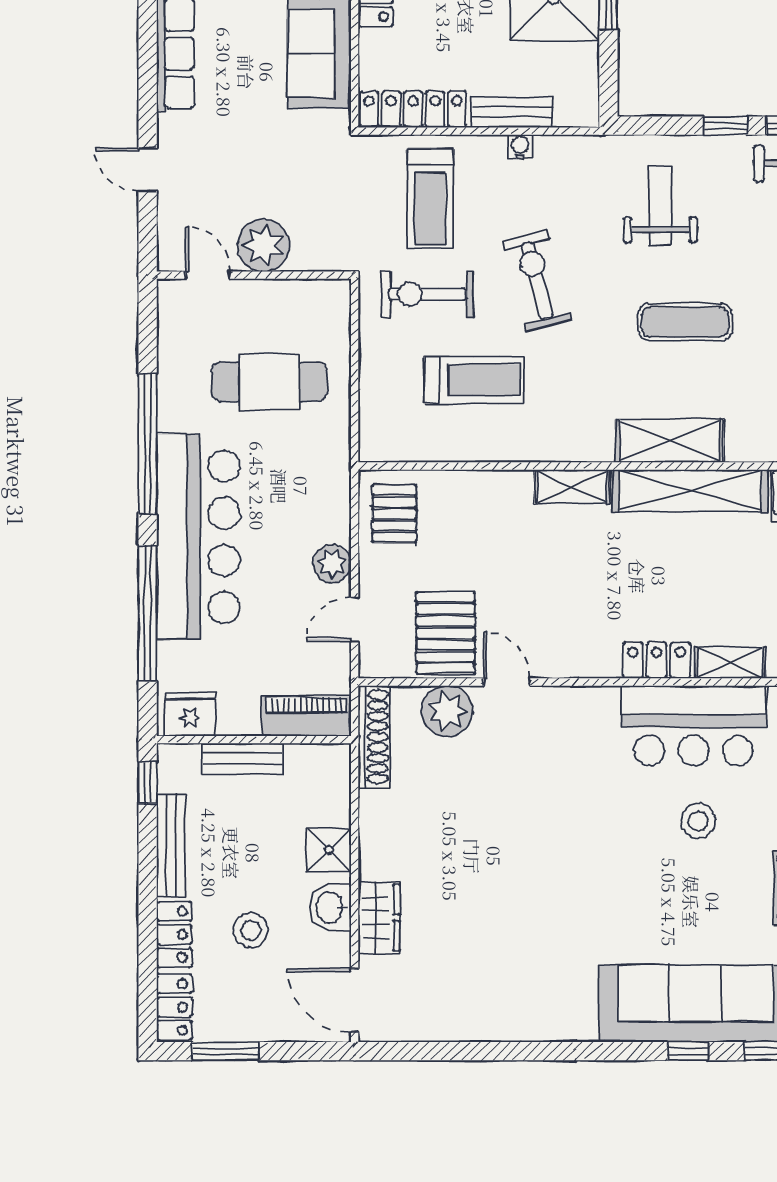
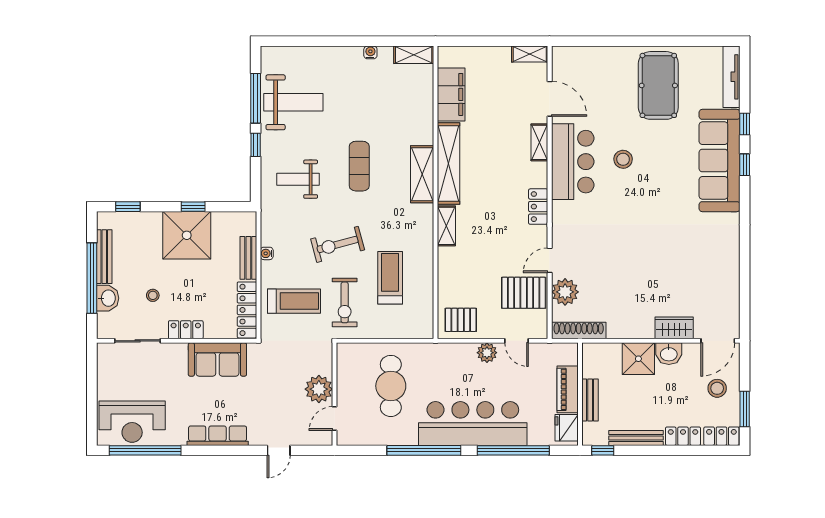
locker: (657, 660) -> (538, 207), moved
piano: (307, 716) -> (568, 389), moved
shower: (329, 850) -> (638, 359), width x1.36, depth x1.36
stool: (251, 930) -> (717, 388), moved

